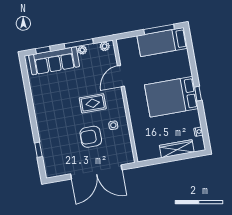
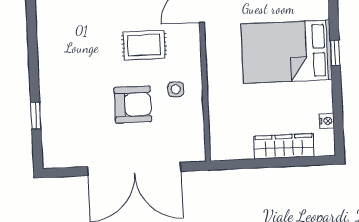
armchair: (91, 137) -> (133, 105), turned 180

